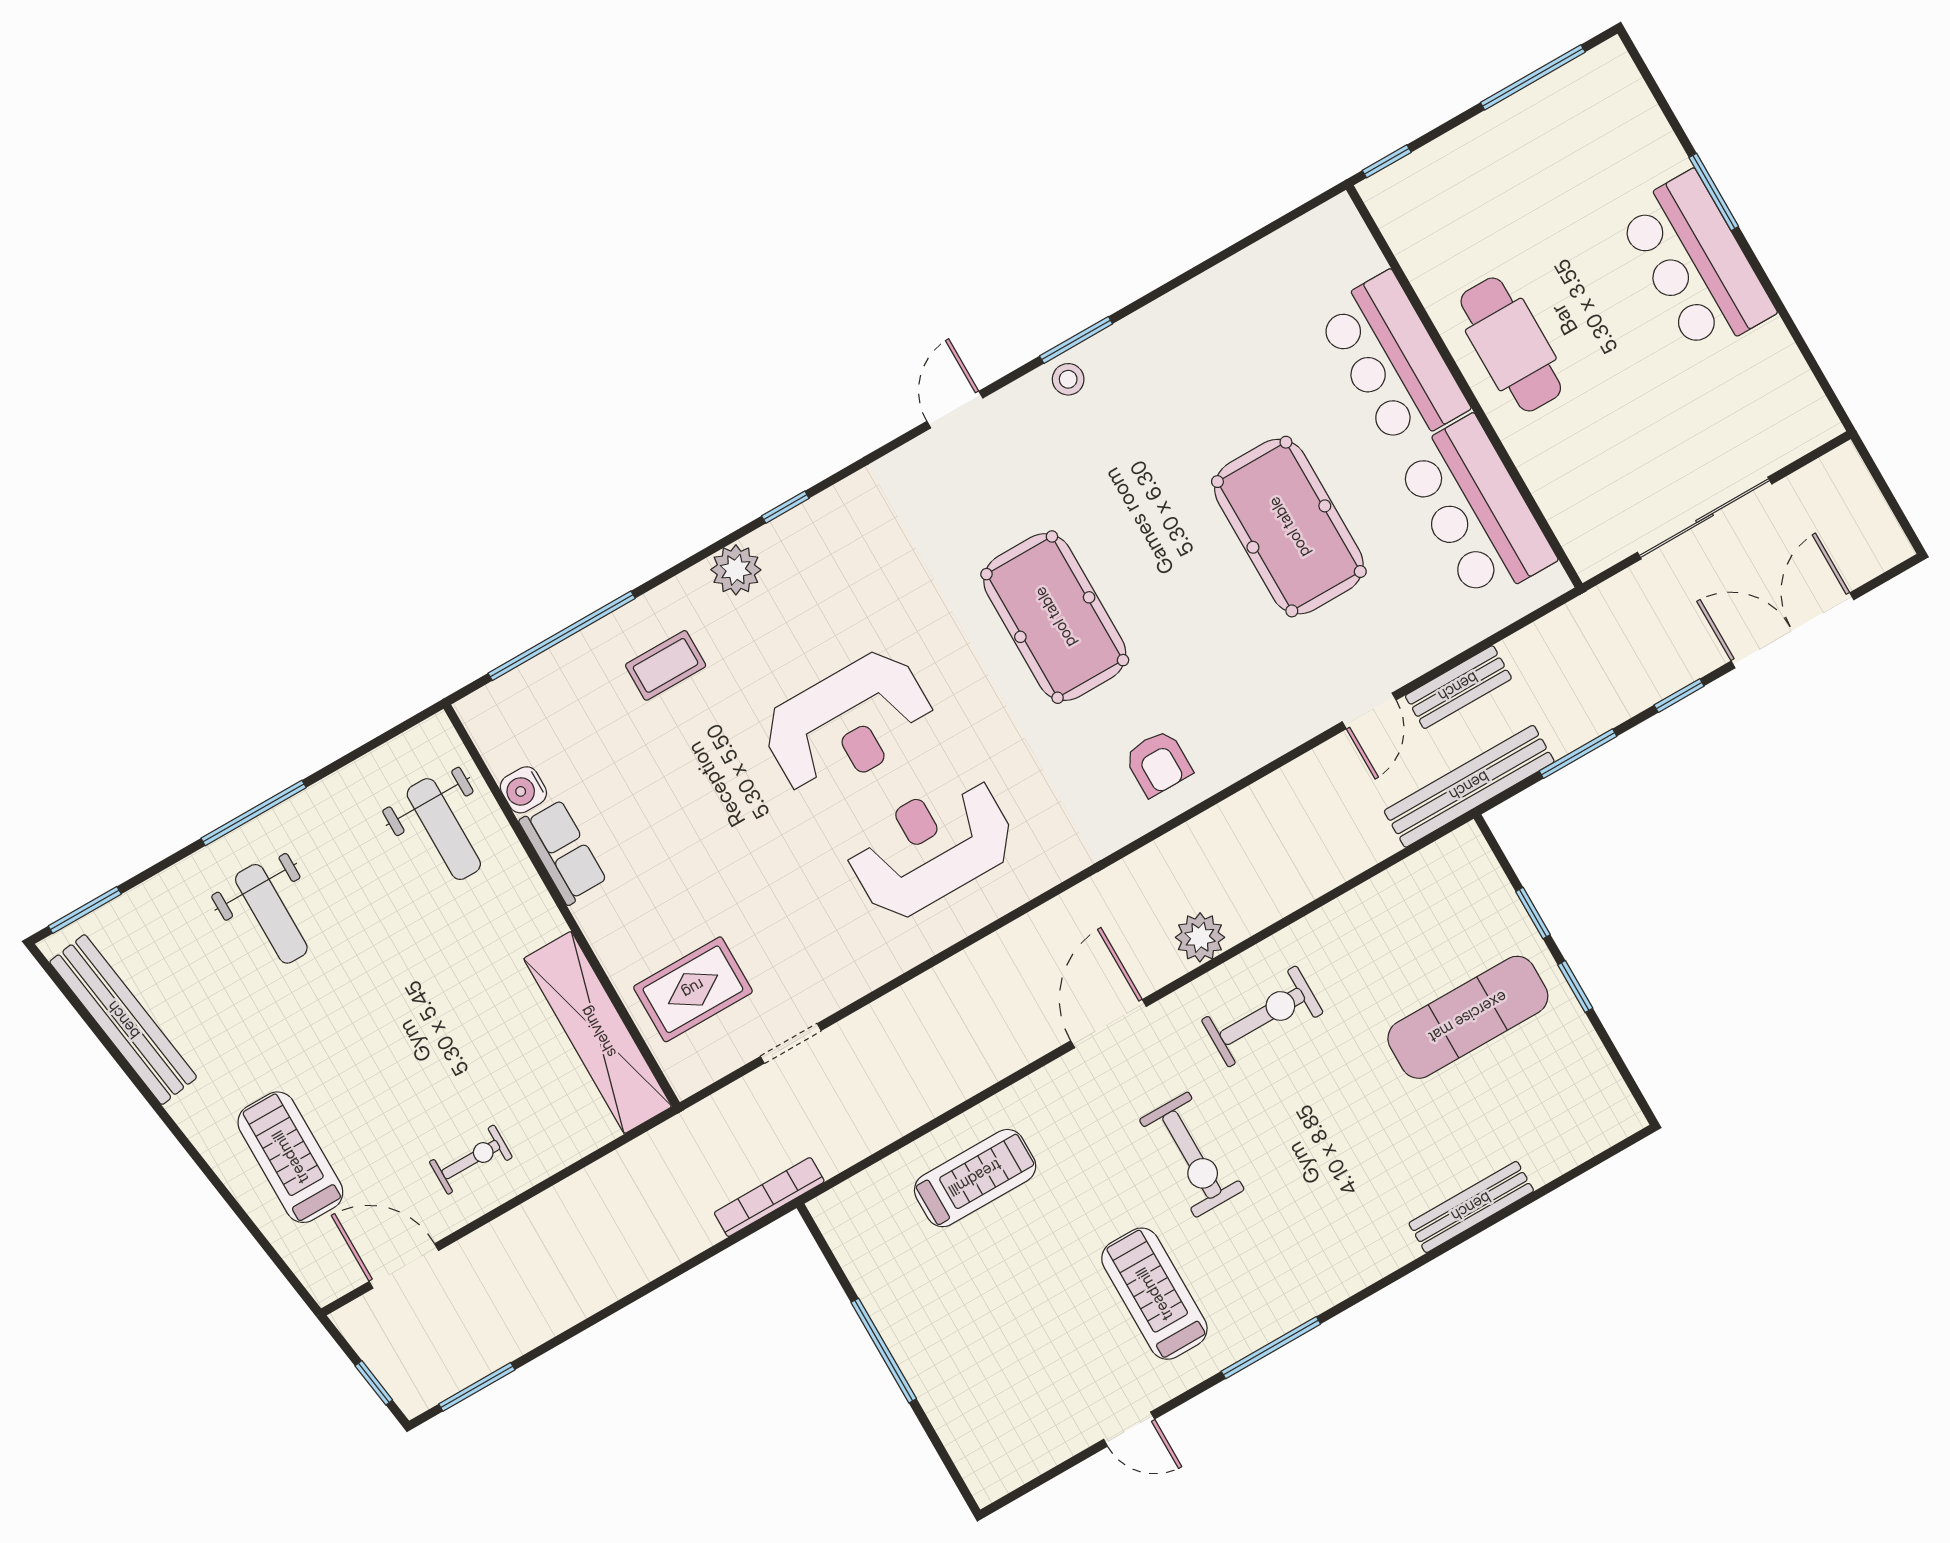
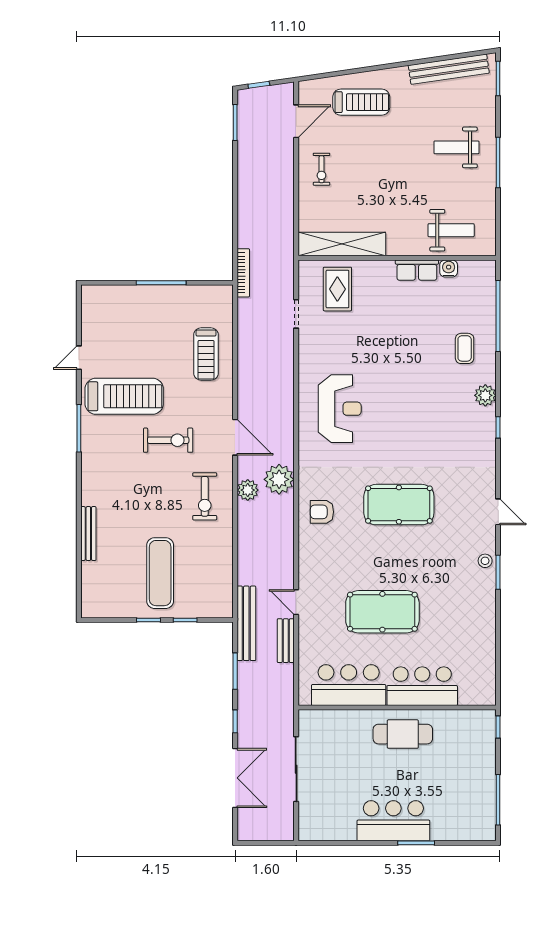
reception desk: (848, 724) -> (403, 404), removed
weight bench: (444, 829) -> (451, 230), turned 180
plant: (1142, 887) -> (279, 479), added
exercise bike: (1192, 1155) -> (168, 440), turned 180
treadmill: (1154, 1294) -> (124, 396), width x1.37, depth x1.38

